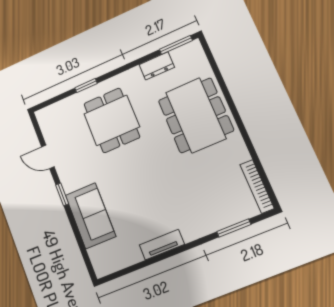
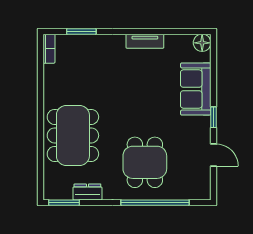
window: (86, 86) -> (155, 203), width x3.17
bookcase: (257, 186) -> (49, 49), width x0.64
floor lamp: (103, 267) -> (202, 43), added

